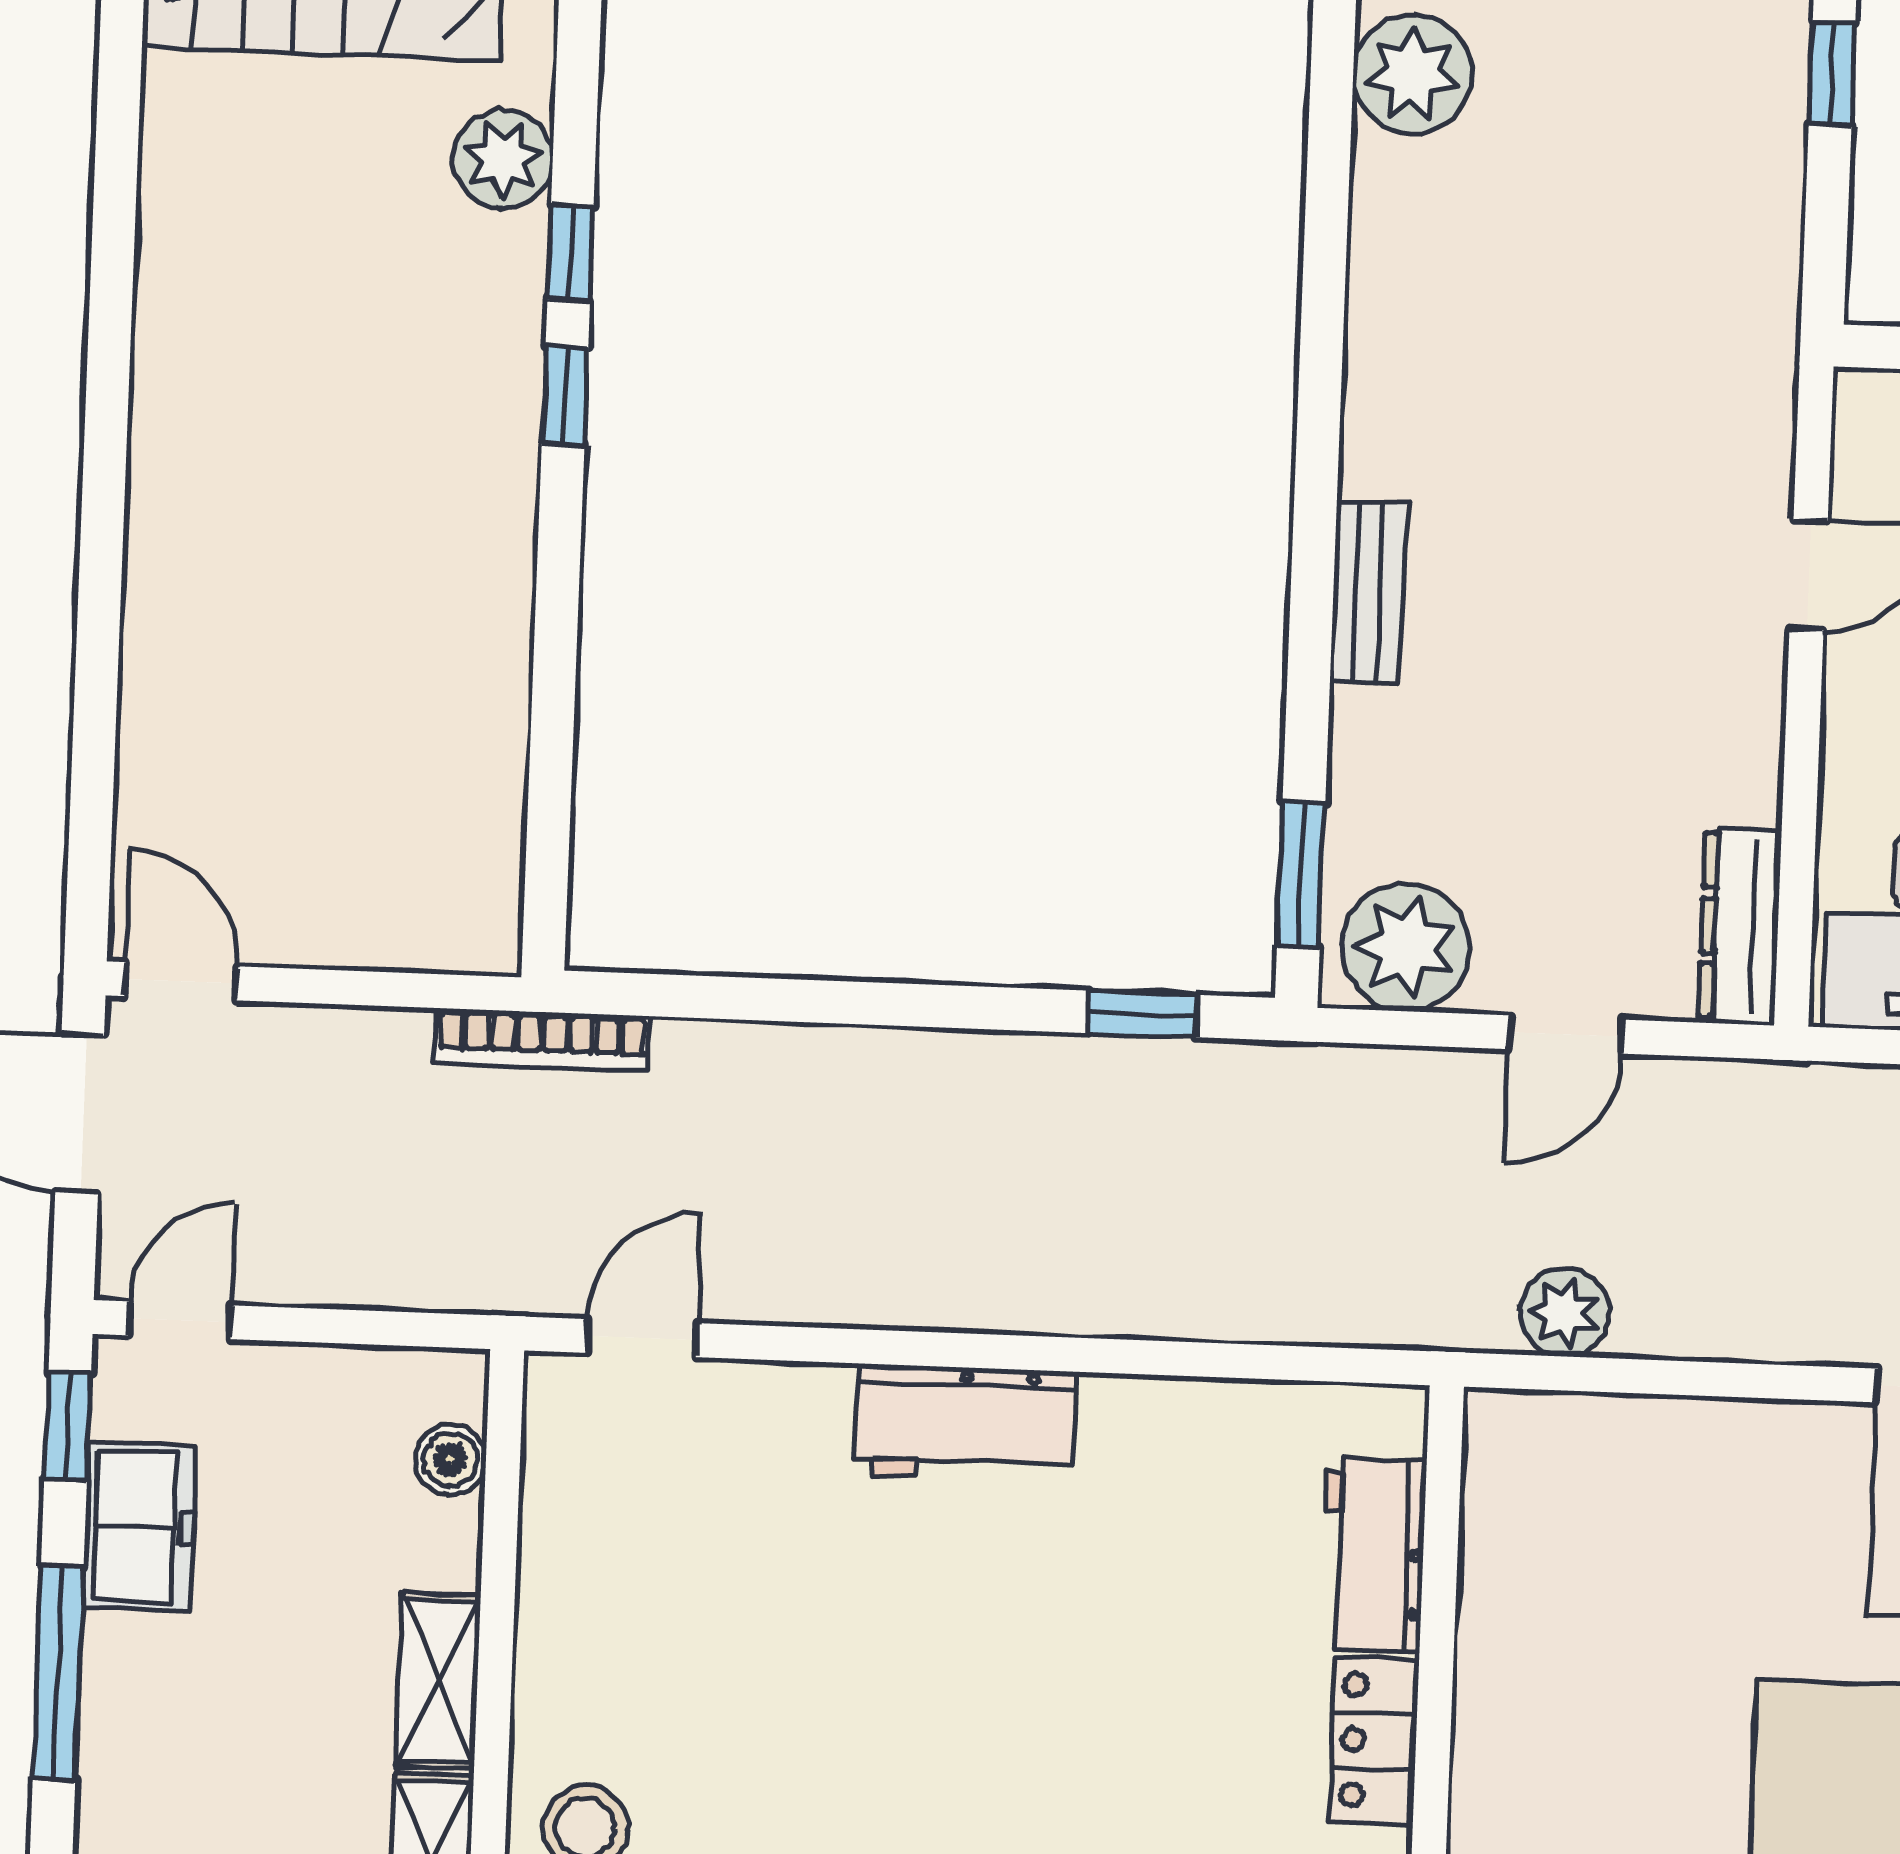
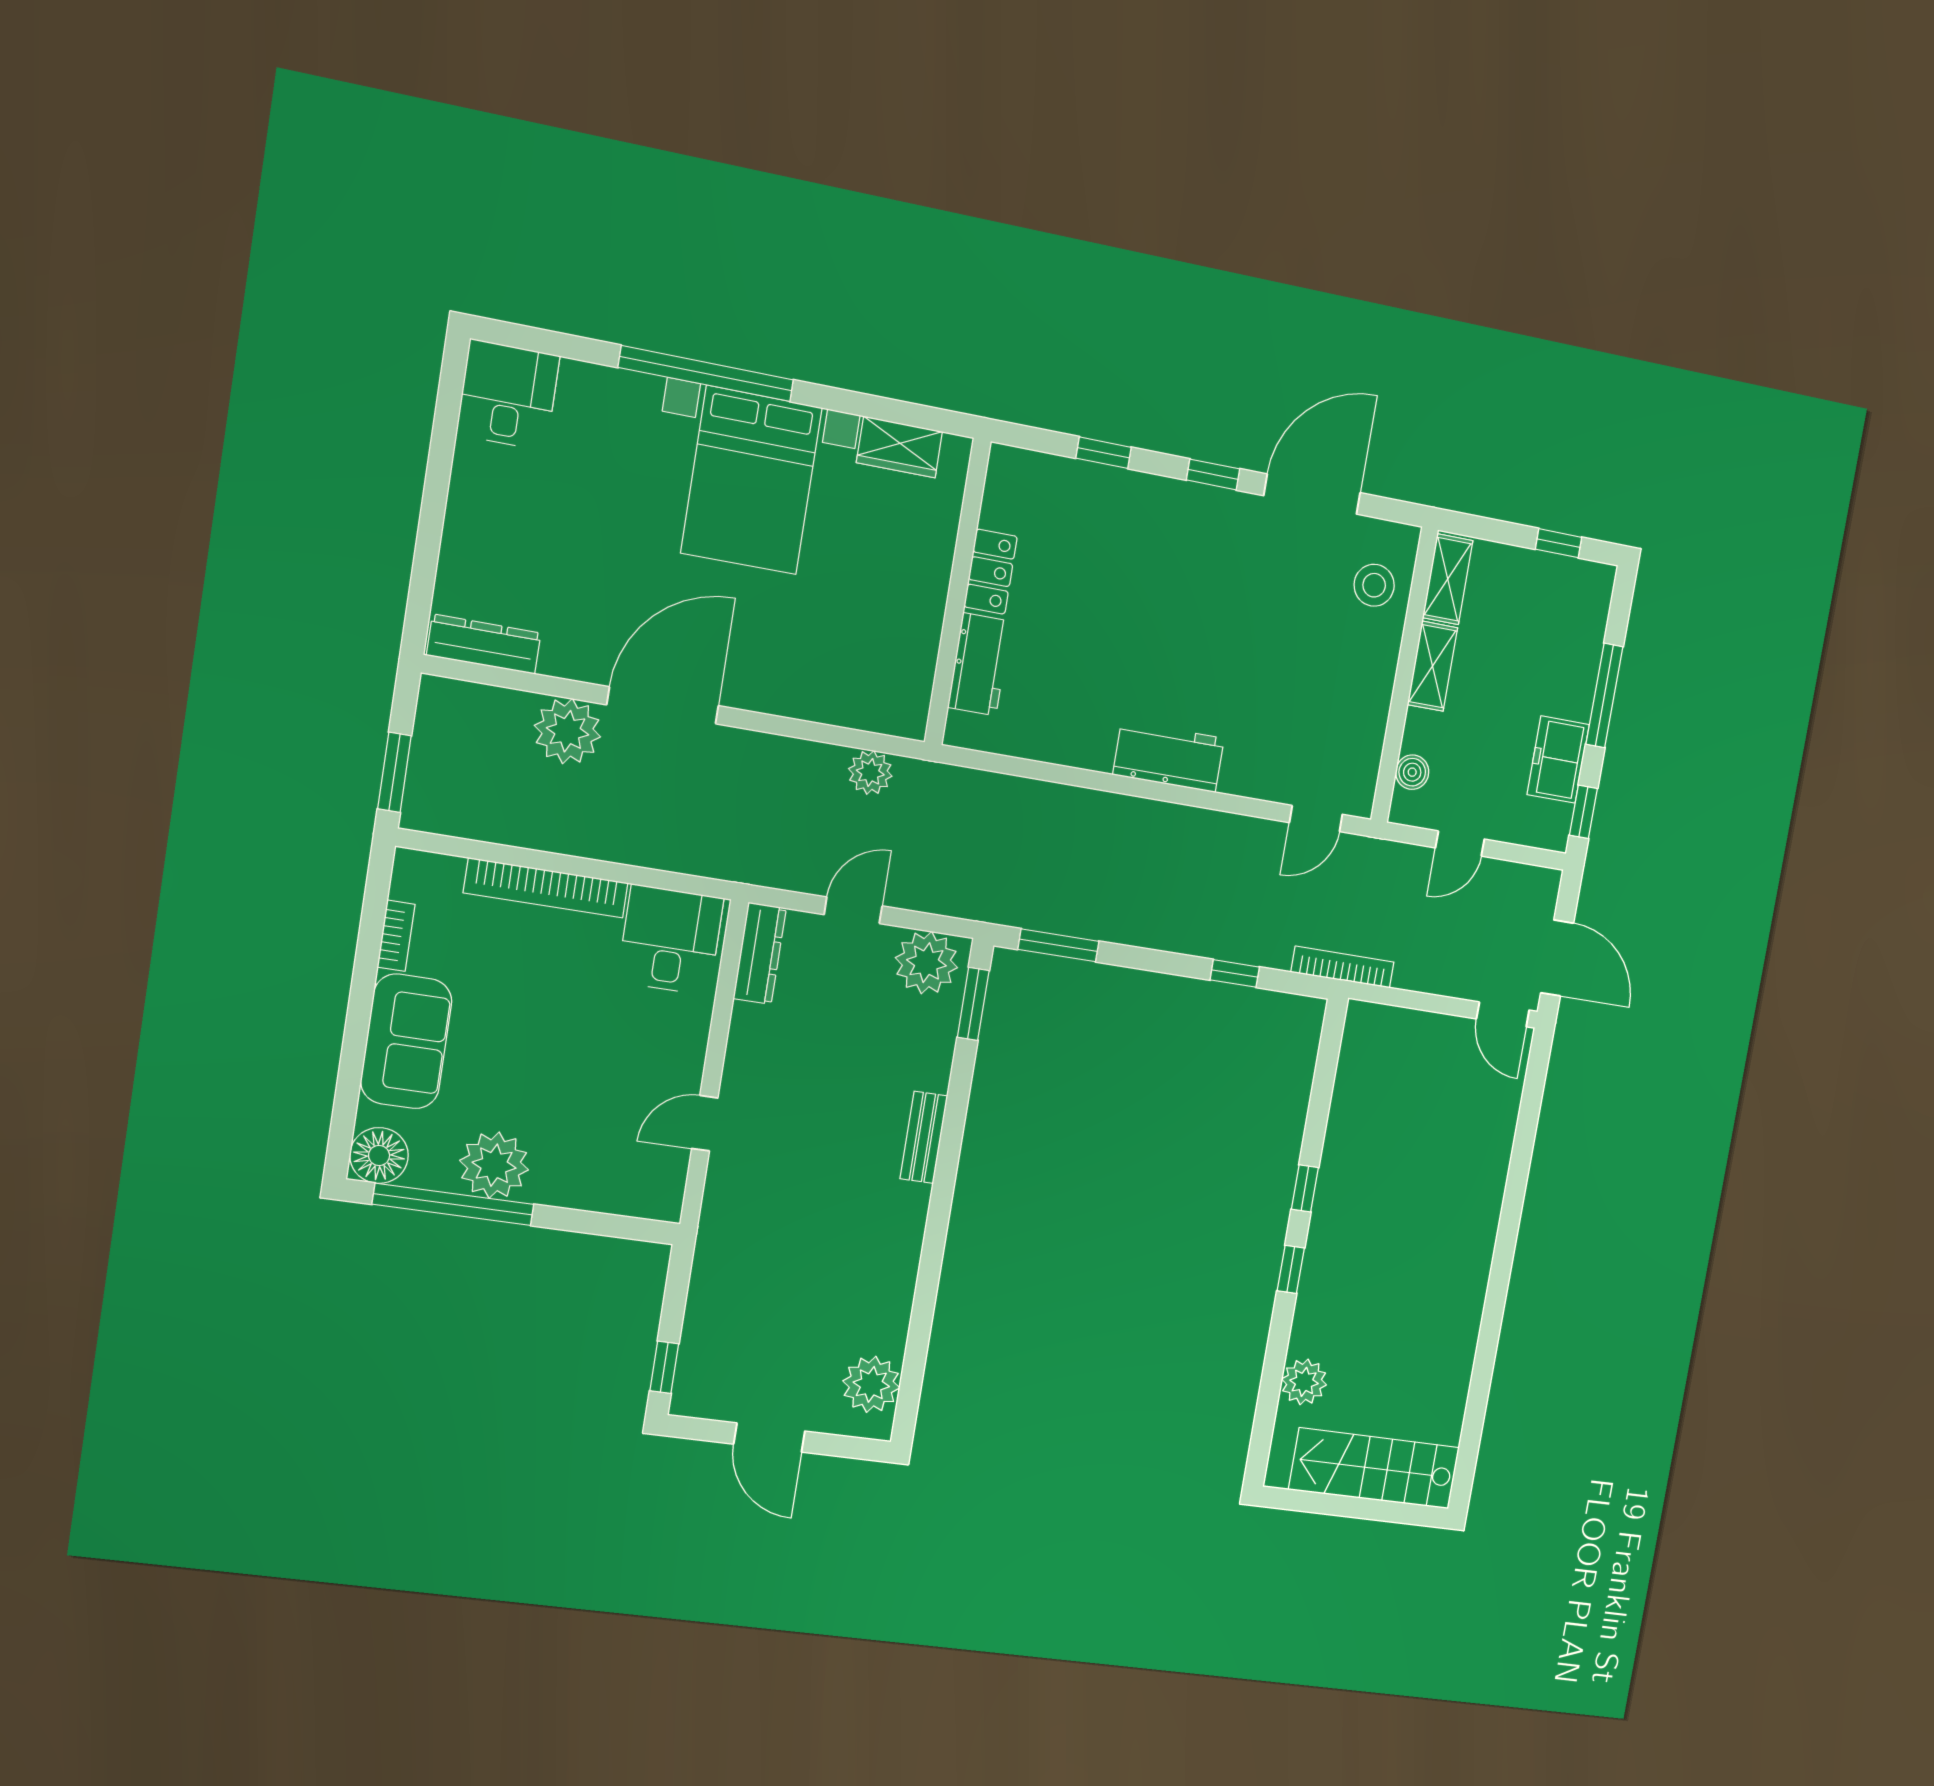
window: (570, 253) -> (1305, 1188), moved
window: (769, 1000) -> (1235, 974), added
window: (1142, 1014) -> (1058, 945), width x1.50
door: (180, 1320) -> (1460, 843), moved

